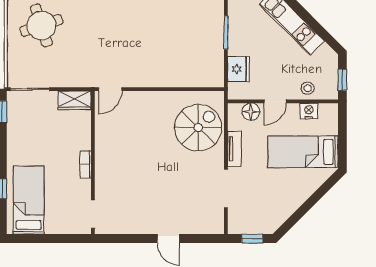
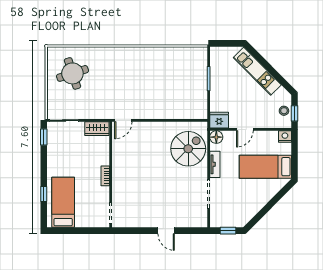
fridge: (238, 69) -> (219, 120), moved, turned -90
stool: (308, 88) -> (284, 111), moved
nightstand: (309, 111) -> (285, 136), moved
floor lamp: (251, 112) -> (216, 137), moved

